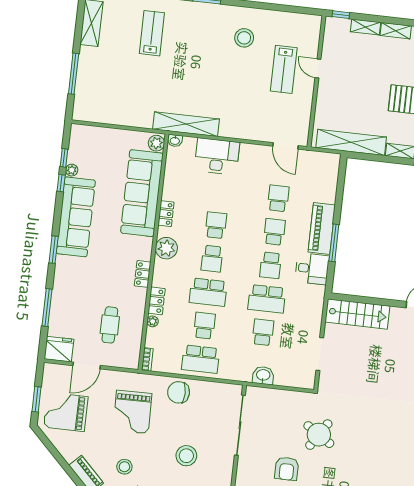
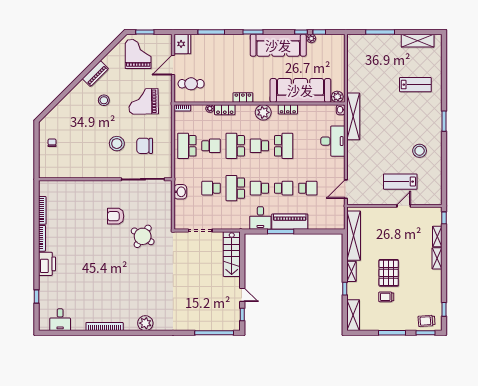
school desk: (216, 225) -> (284, 146), width x1.85
cafe table: (110, 325) -> (191, 84), moved
school desk: (263, 332) -> (211, 188), turned 180
door: (87, 365) -> (173, 65), hinge flipped
chair: (179, 392) -> (145, 146), moved, turned -90

